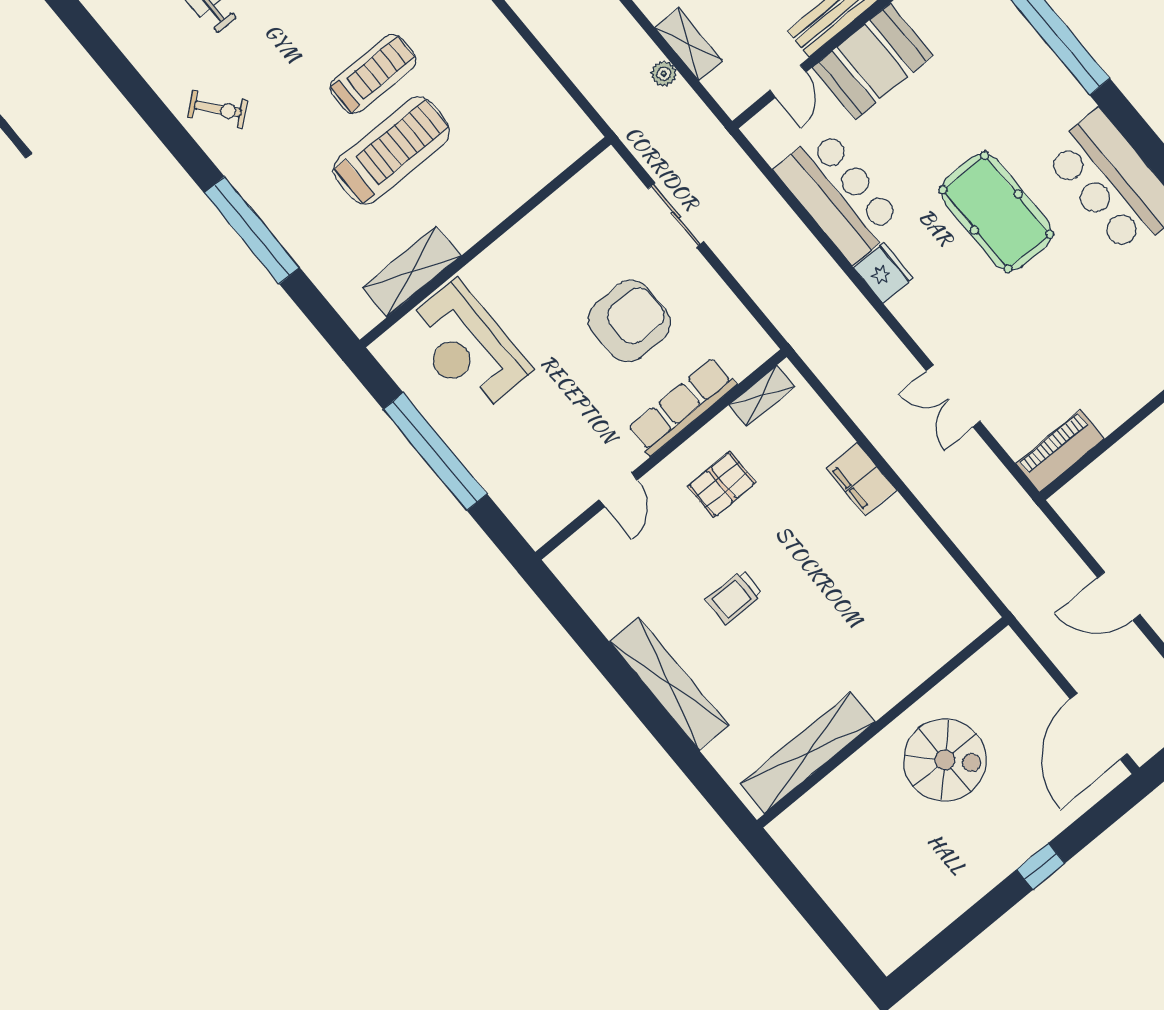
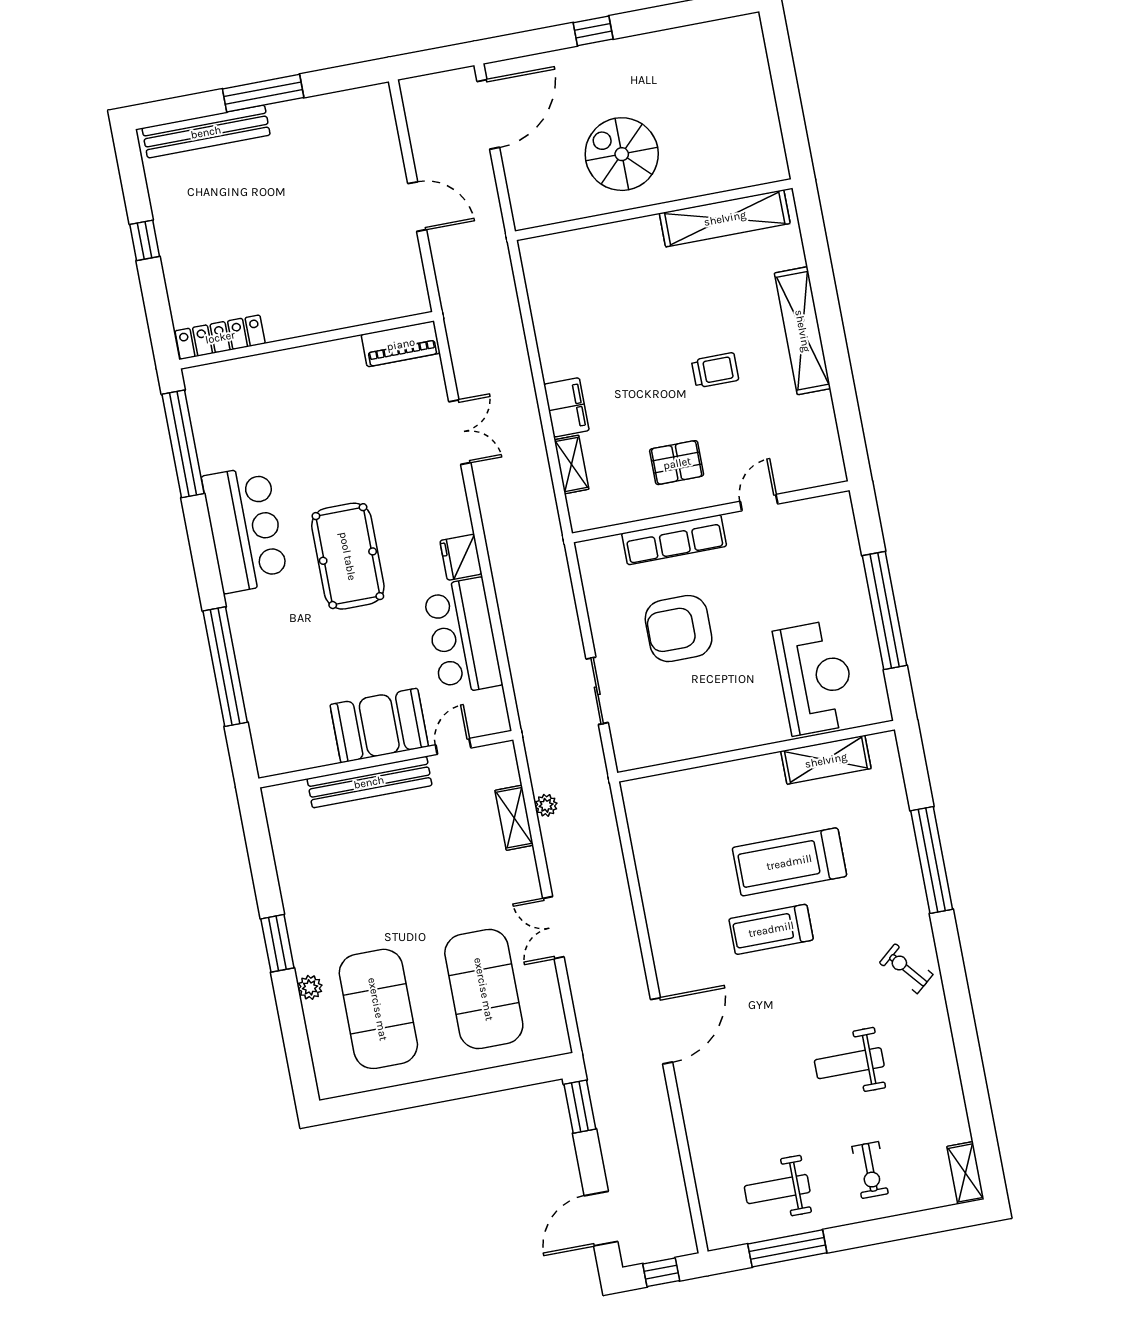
shelving: (762, 396) -> (571, 464), moved, turned 90

